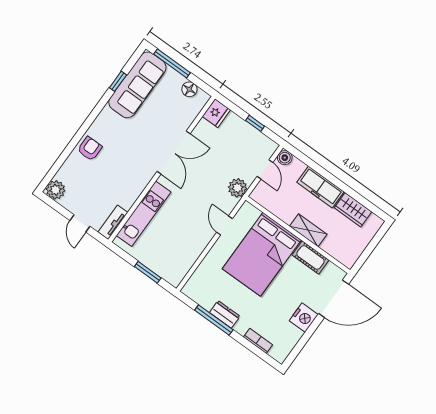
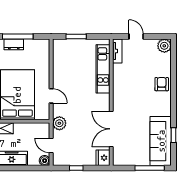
floor lamp: (189, 89) -> (129, 160), removed
armchair: (90, 149) -> (162, 84), turned 180
double door: (174, 153) -> (111, 129), moved

